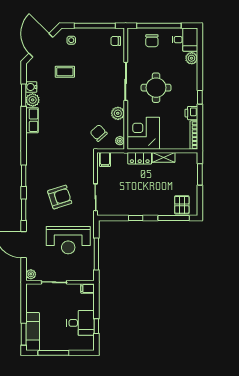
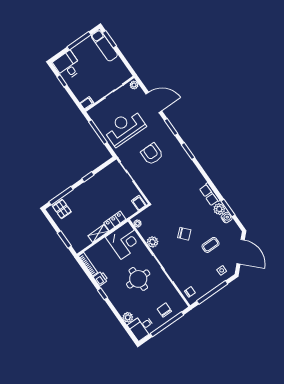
chair: (99, 133) -> (184, 234), moved
armchair: (60, 197) -> (152, 154), turned 108
desk: (81, 323) -> (68, 66), moved, turned 90

